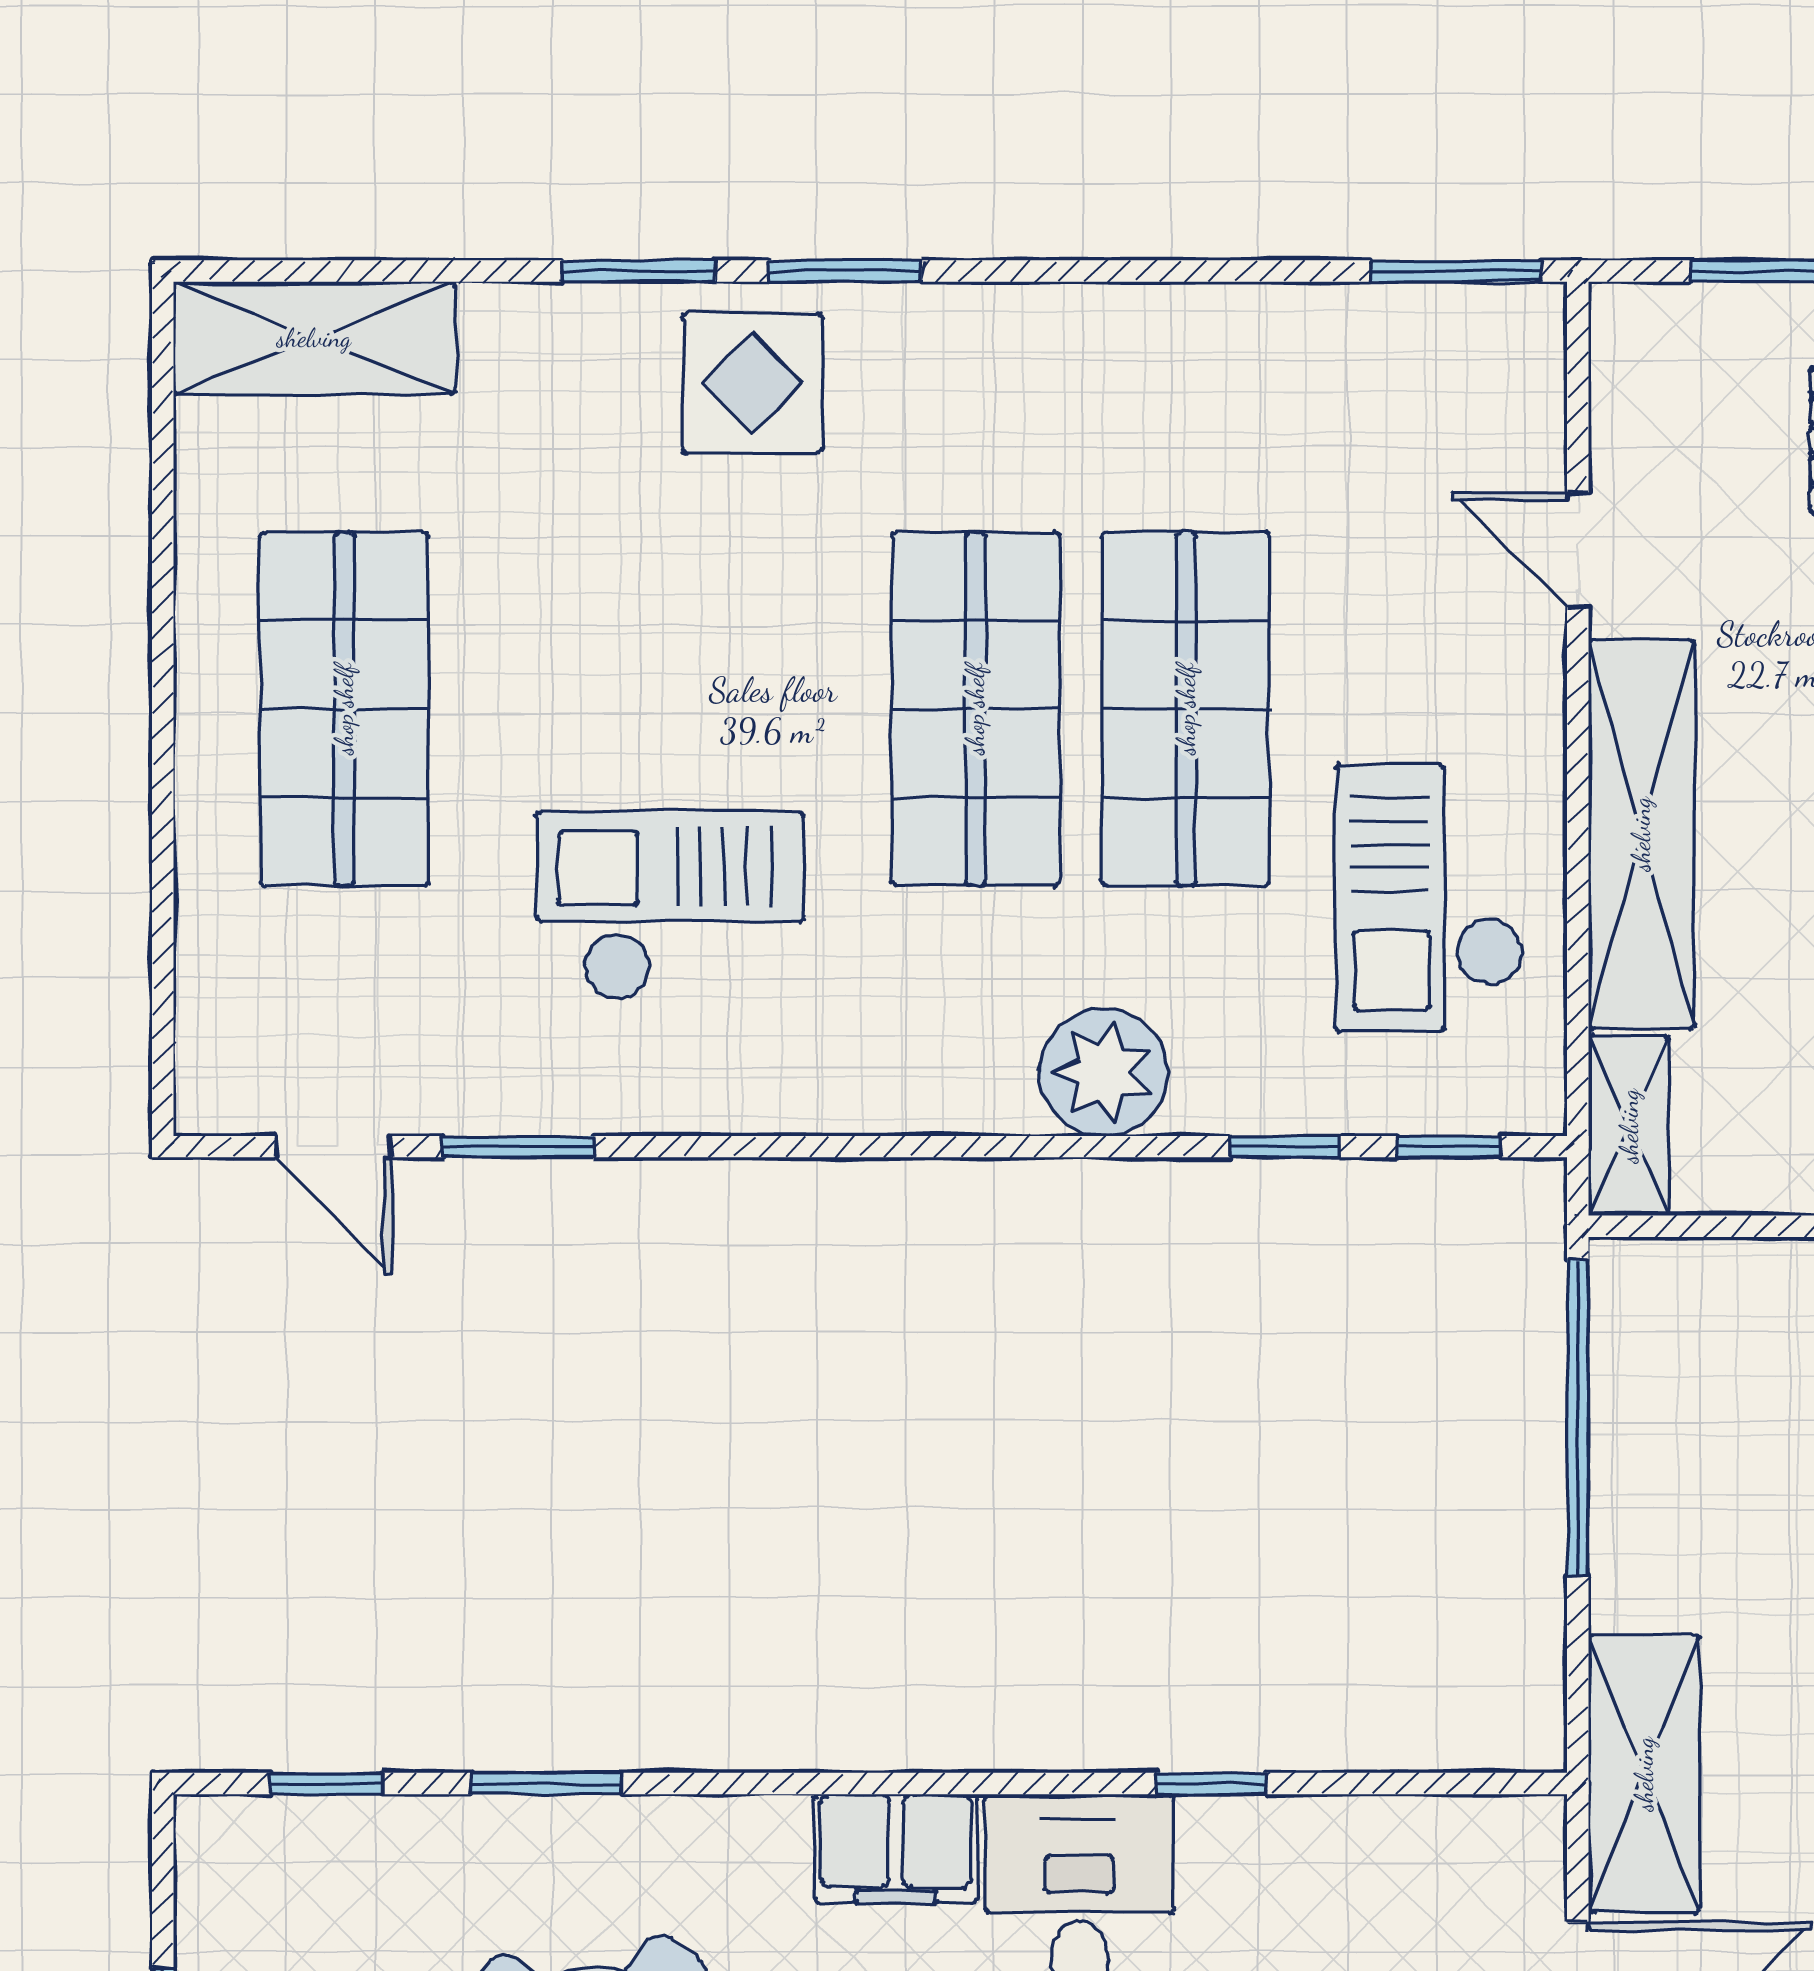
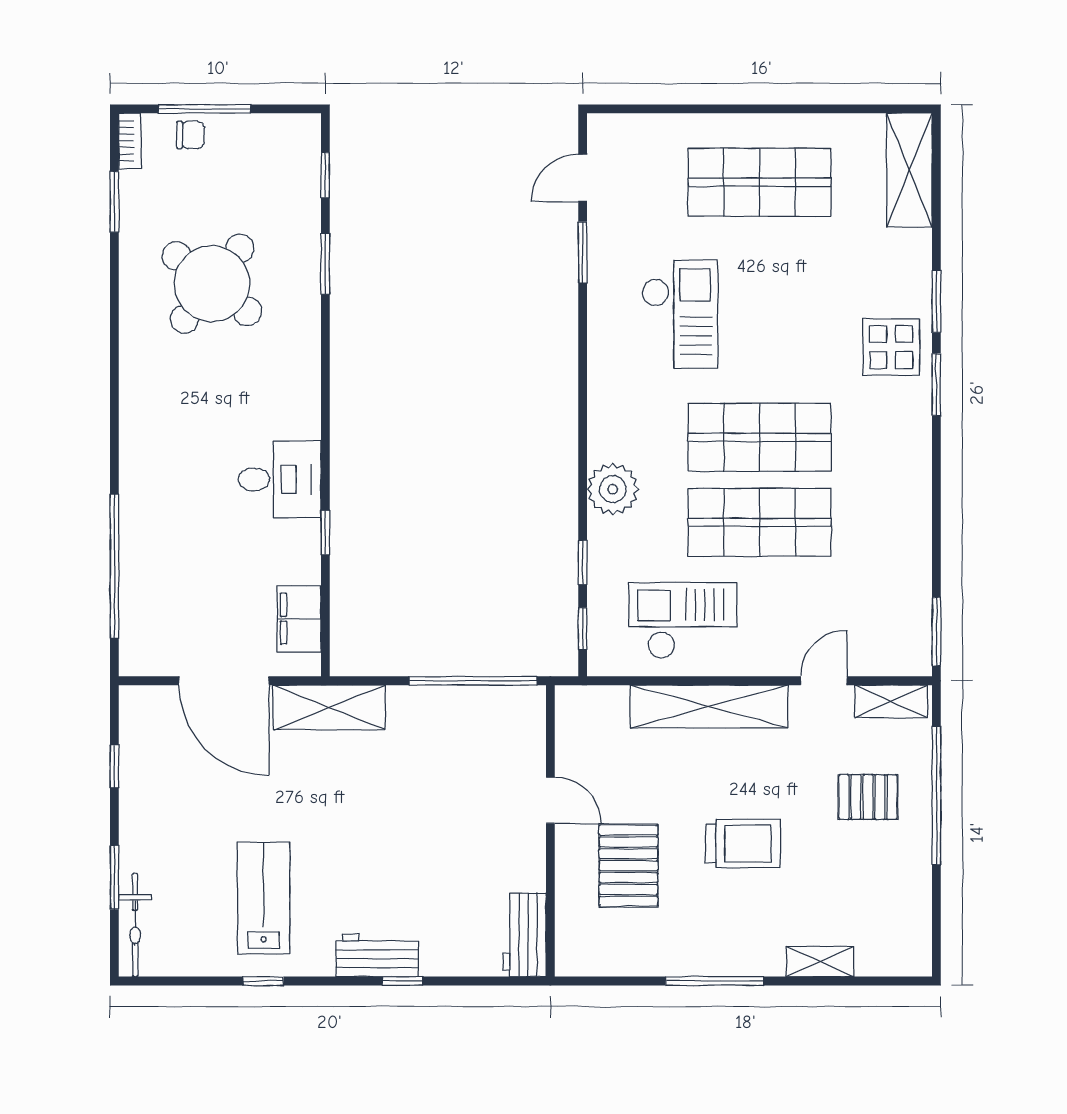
shelving: (1629, 1126) -> (891, 701), moved
filing cabinet: (896, 1848) -> (299, 619), moved

